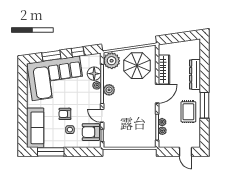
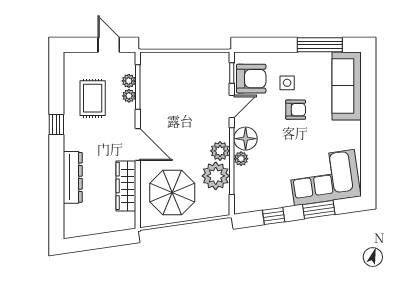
plant: (112, 61) -> (216, 176), moved
floor lamp: (94, 74) -> (246, 139), moved
corner sofa: (56, 78) -> (324, 177), width x0.73, depth x0.74
door: (157, 94) -> (138, 144), swing flipped
window: (205, 105) -> (56, 124), width x0.46
rug: (188, 112) -> (93, 98), moved
door: (102, 116) -> (232, 106), hinge flipped
door: (186, 152) -> (109, 45), moved

